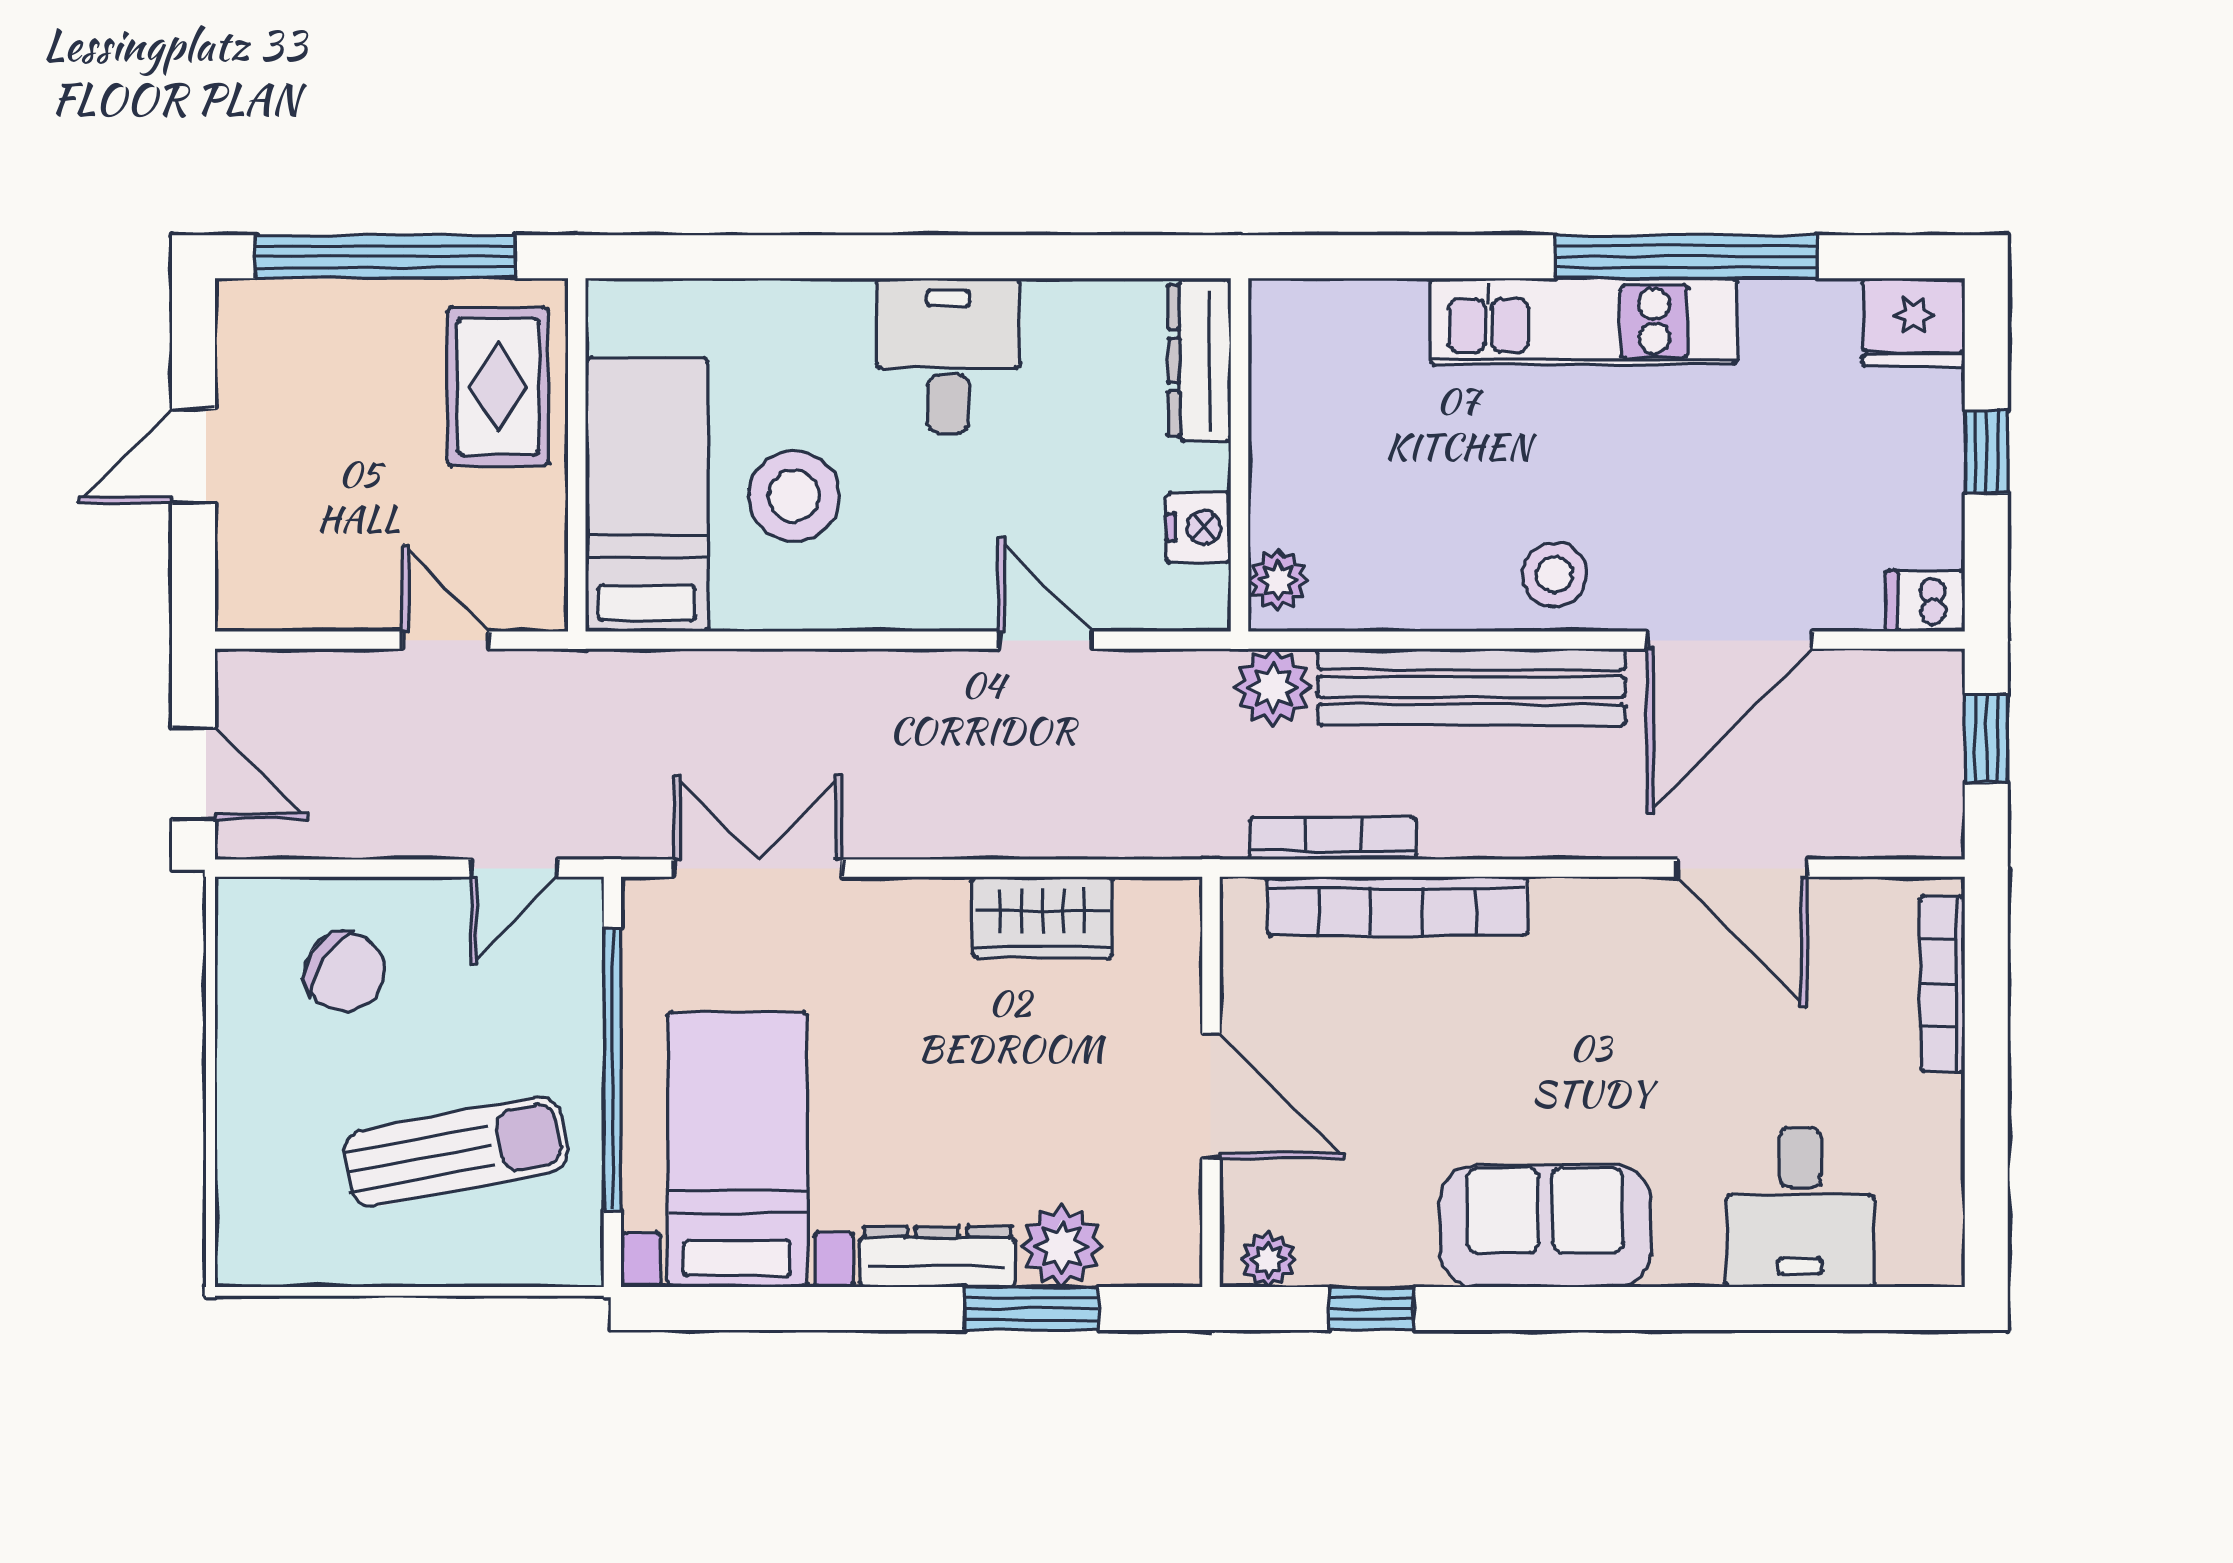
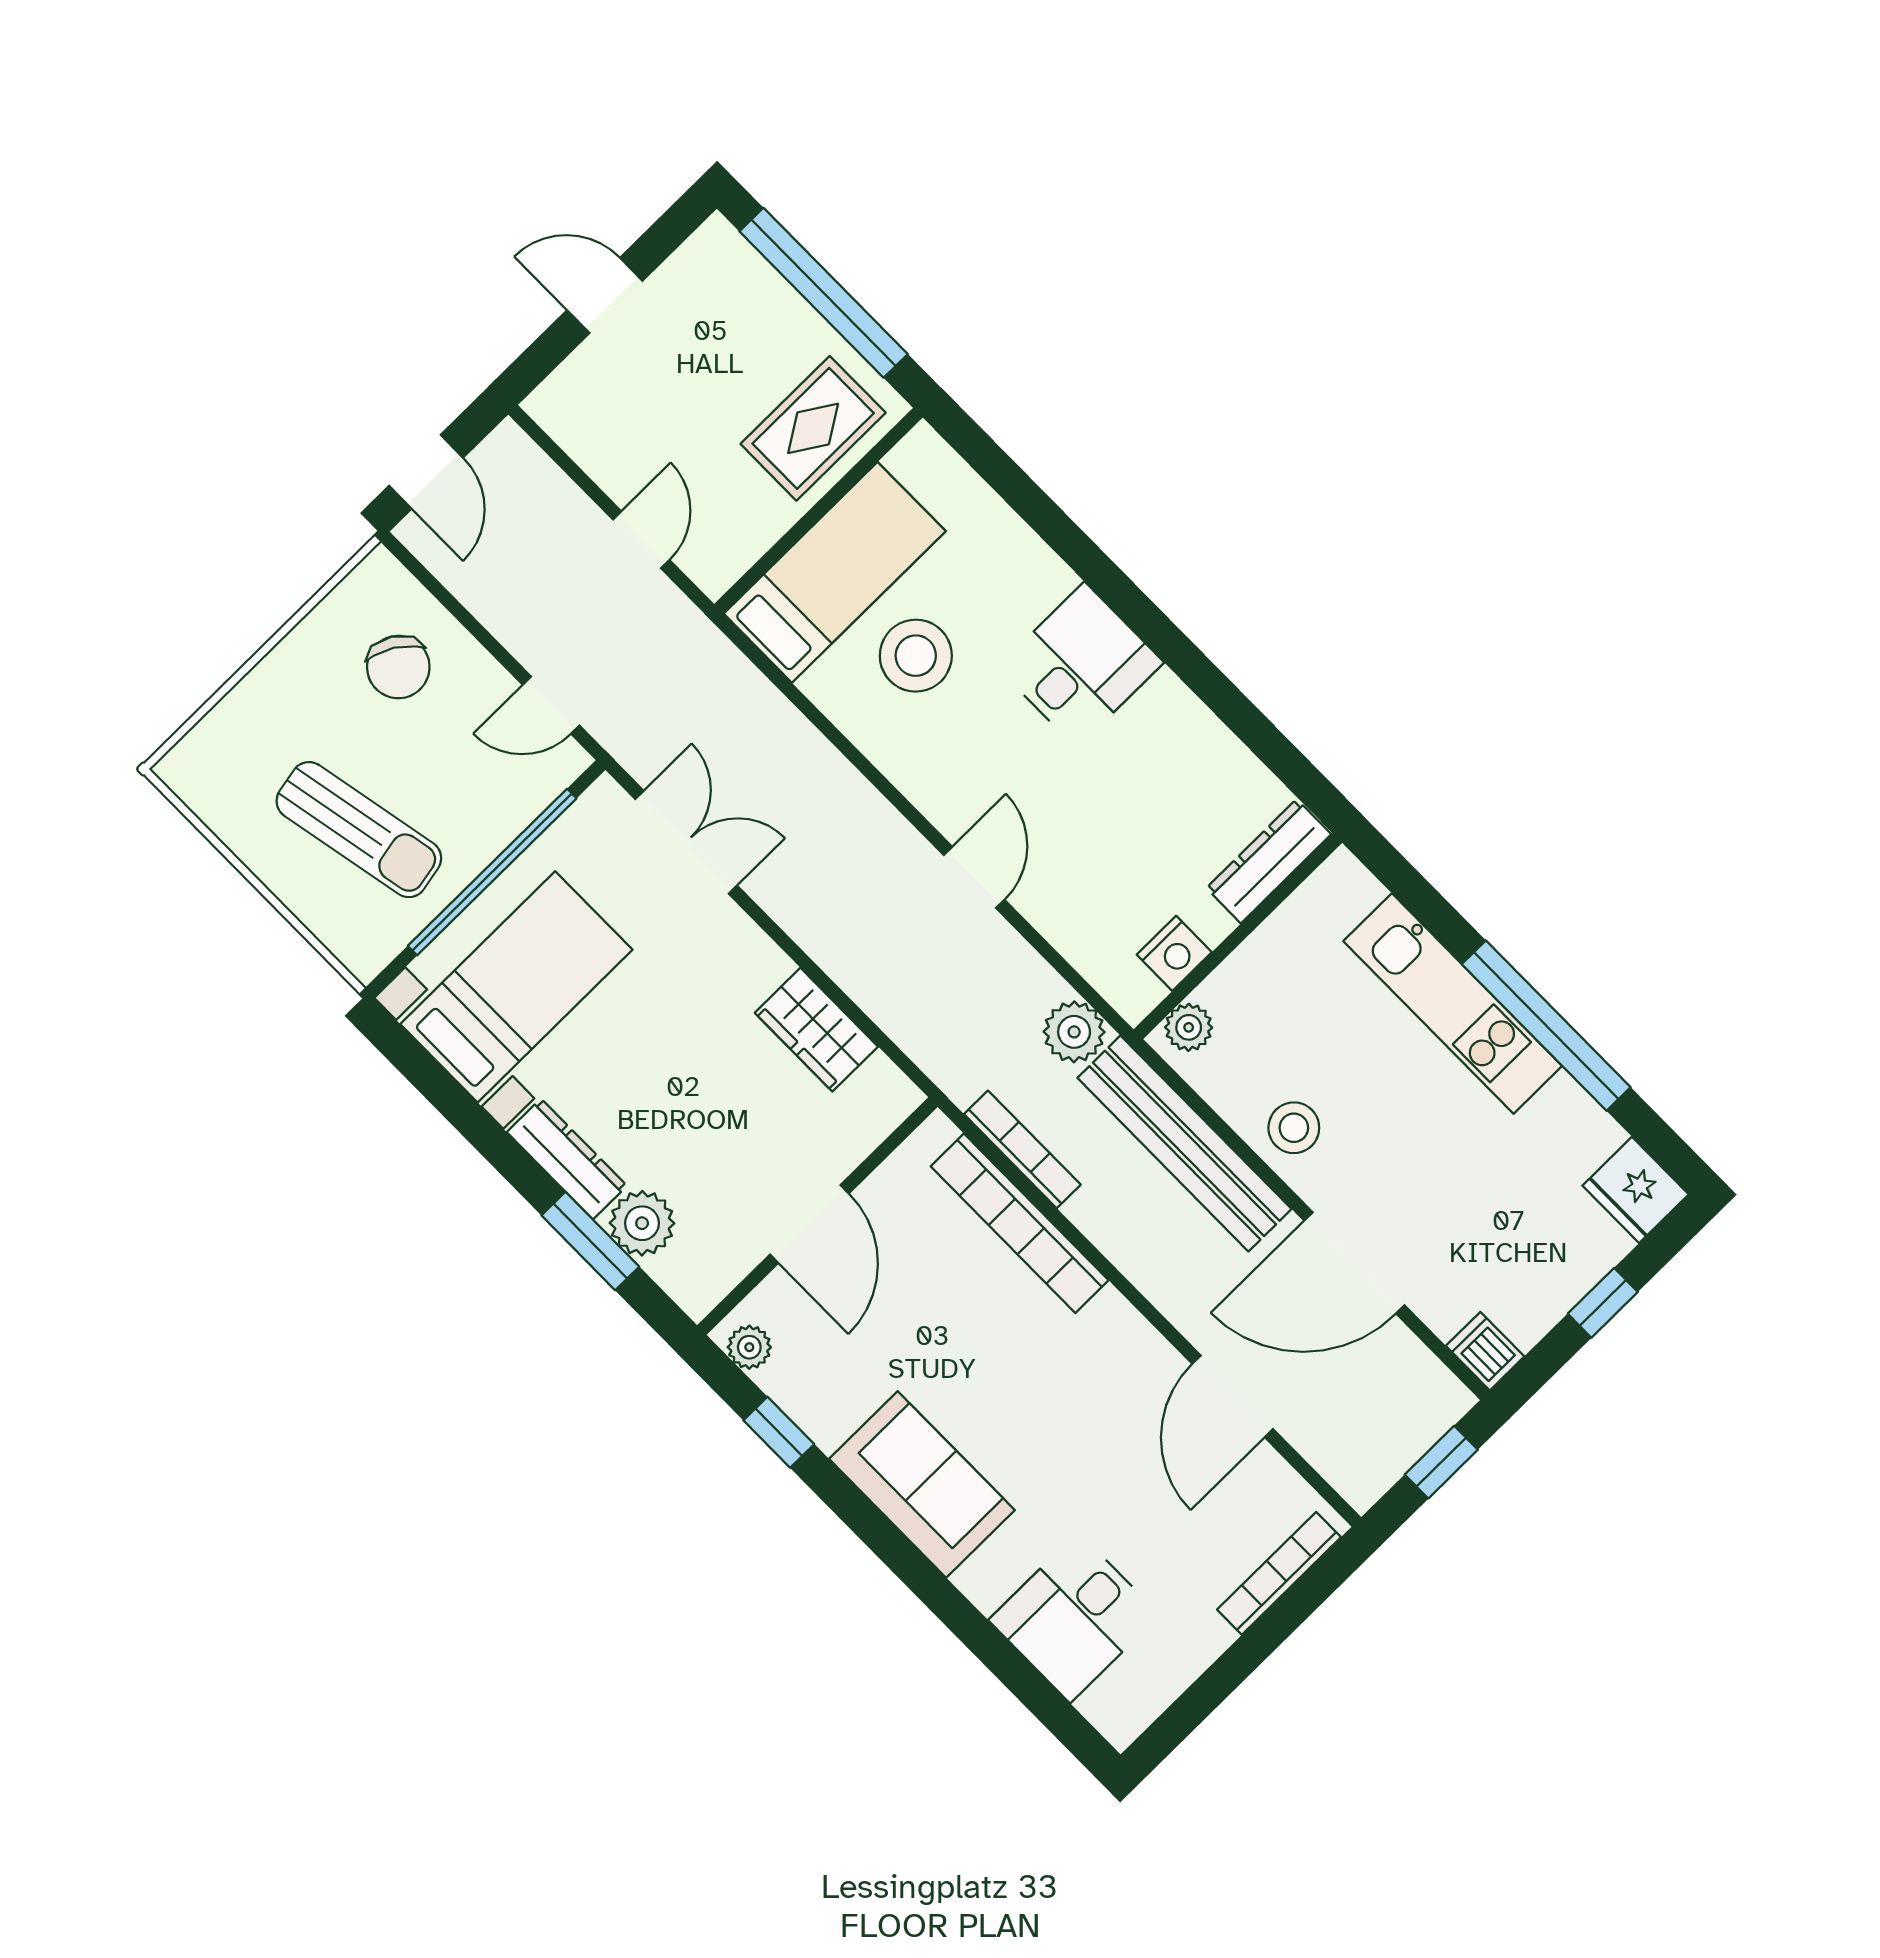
dresser: (1199, 360) -> (1269, 861), moved
wall: (1240, 455) -> (1238, 936), moved
nightstand: (1199, 527) -> (1174, 953), moved
plant: (1278, 580) -> (1189, 1027), moved

